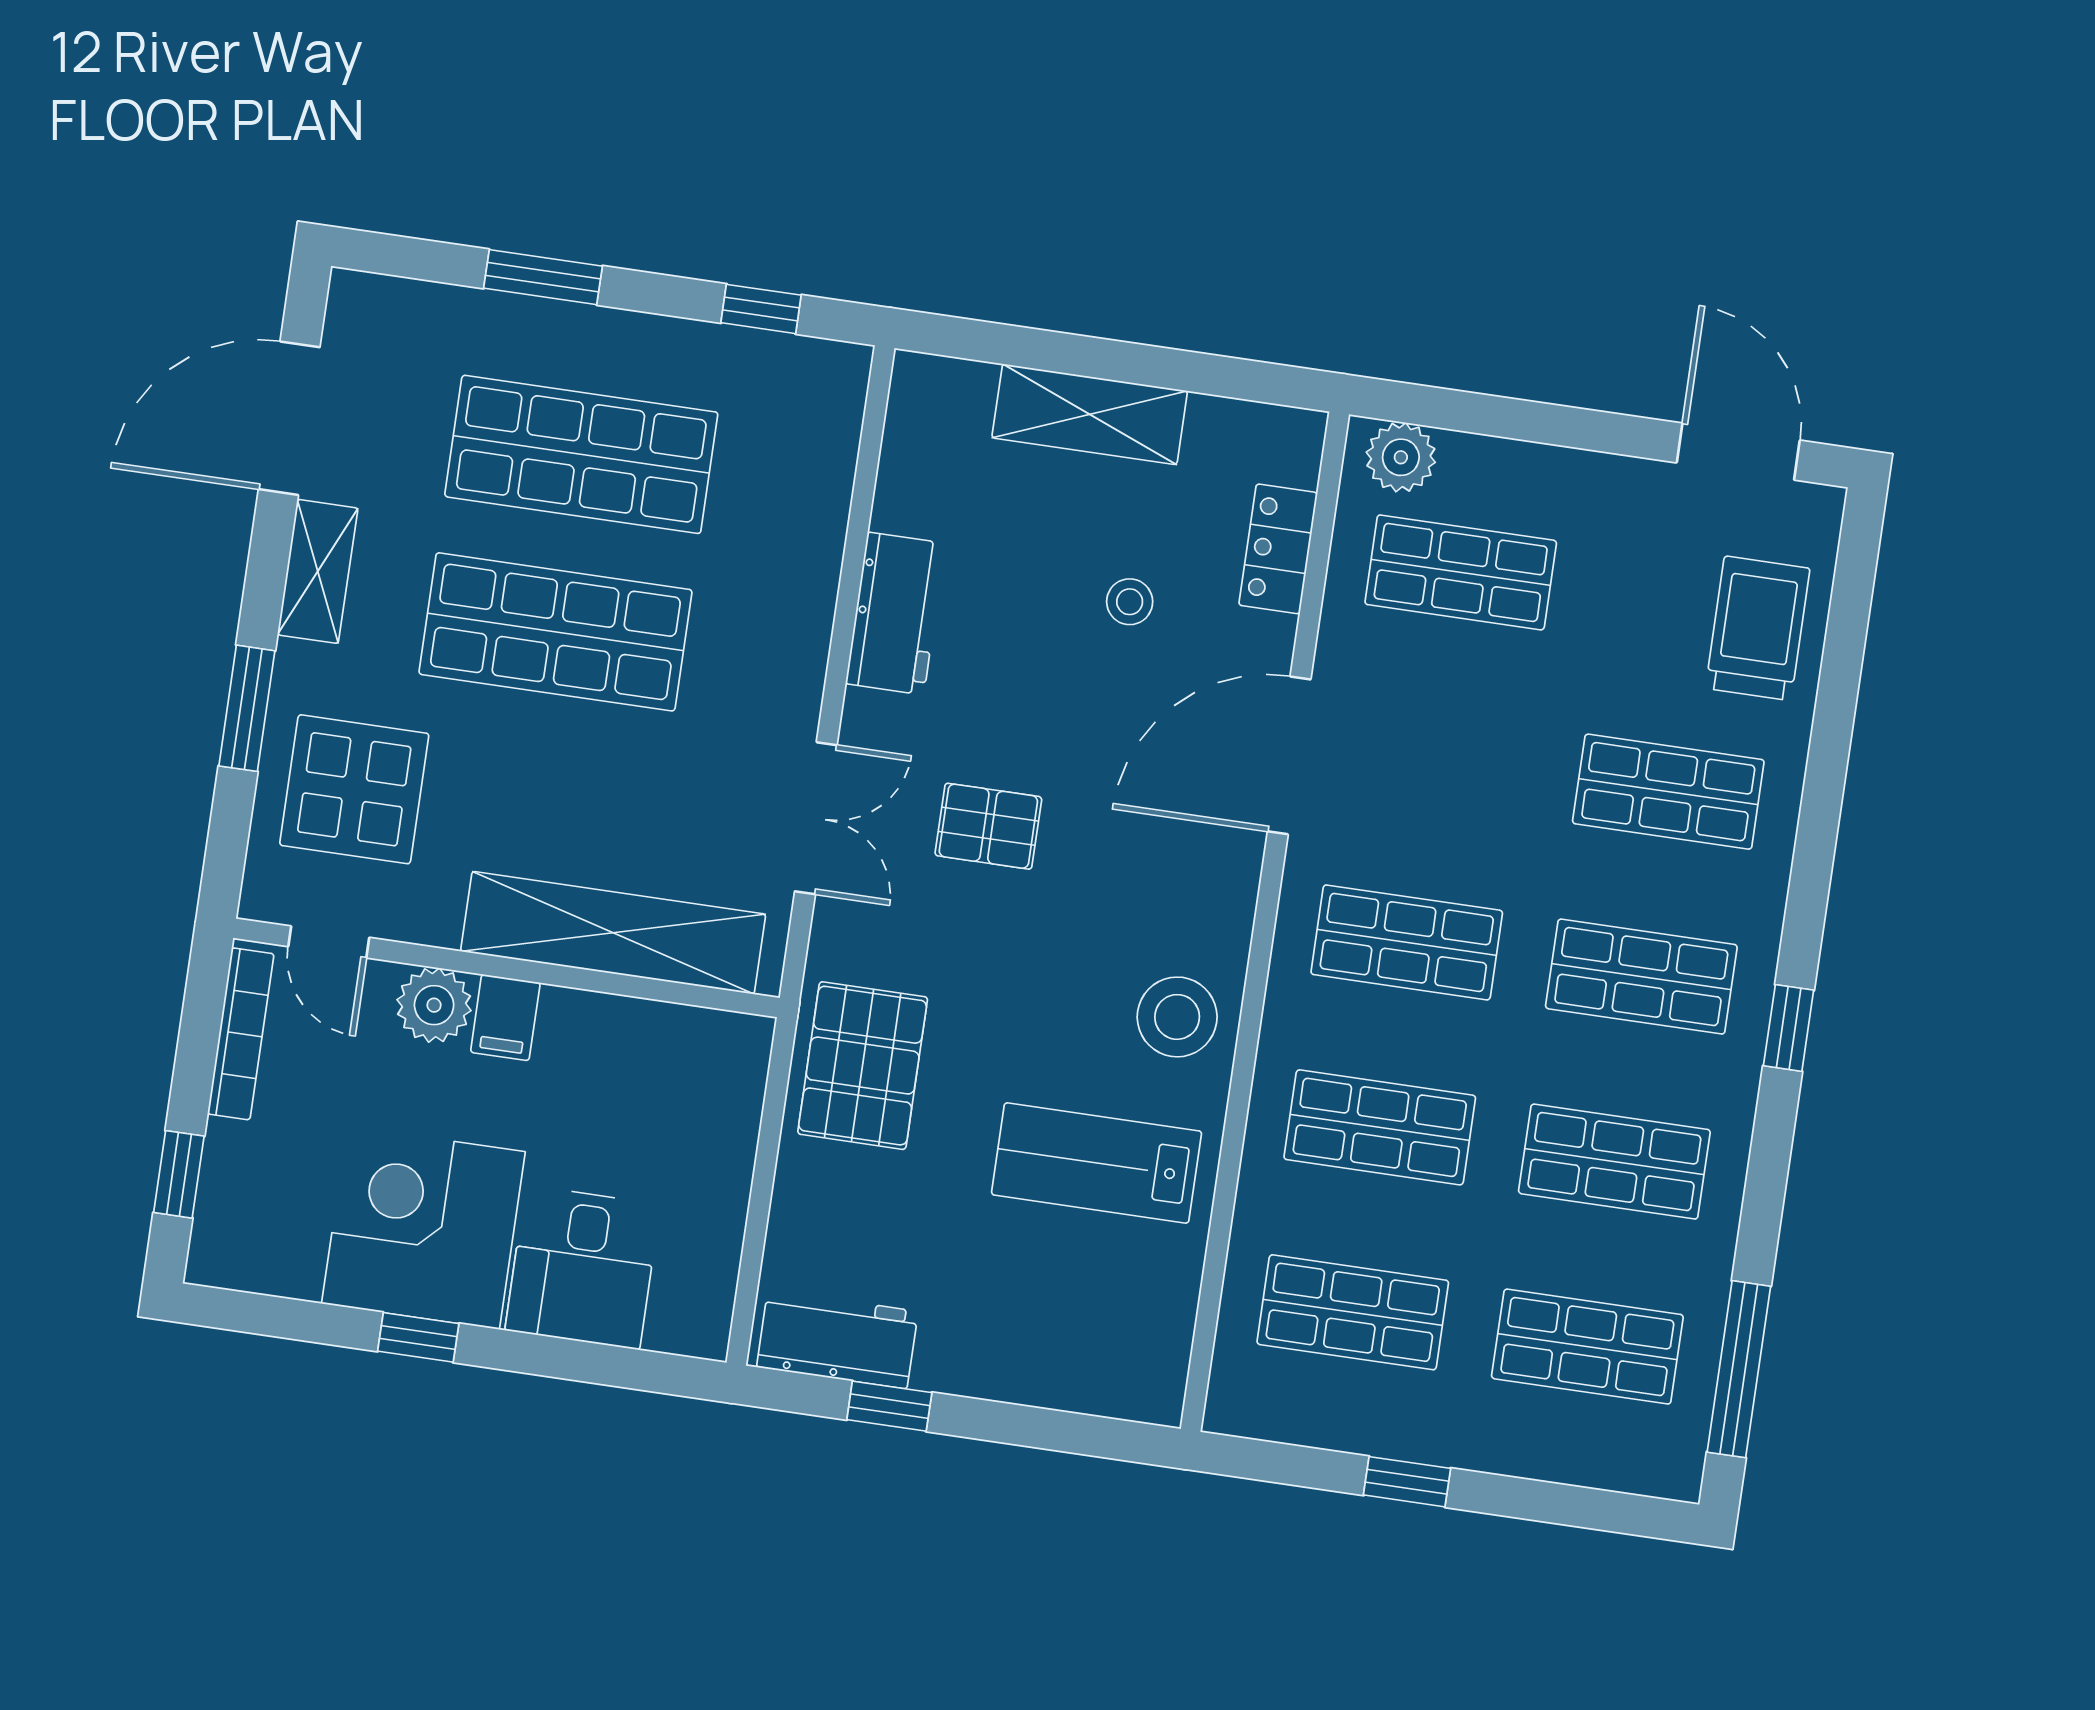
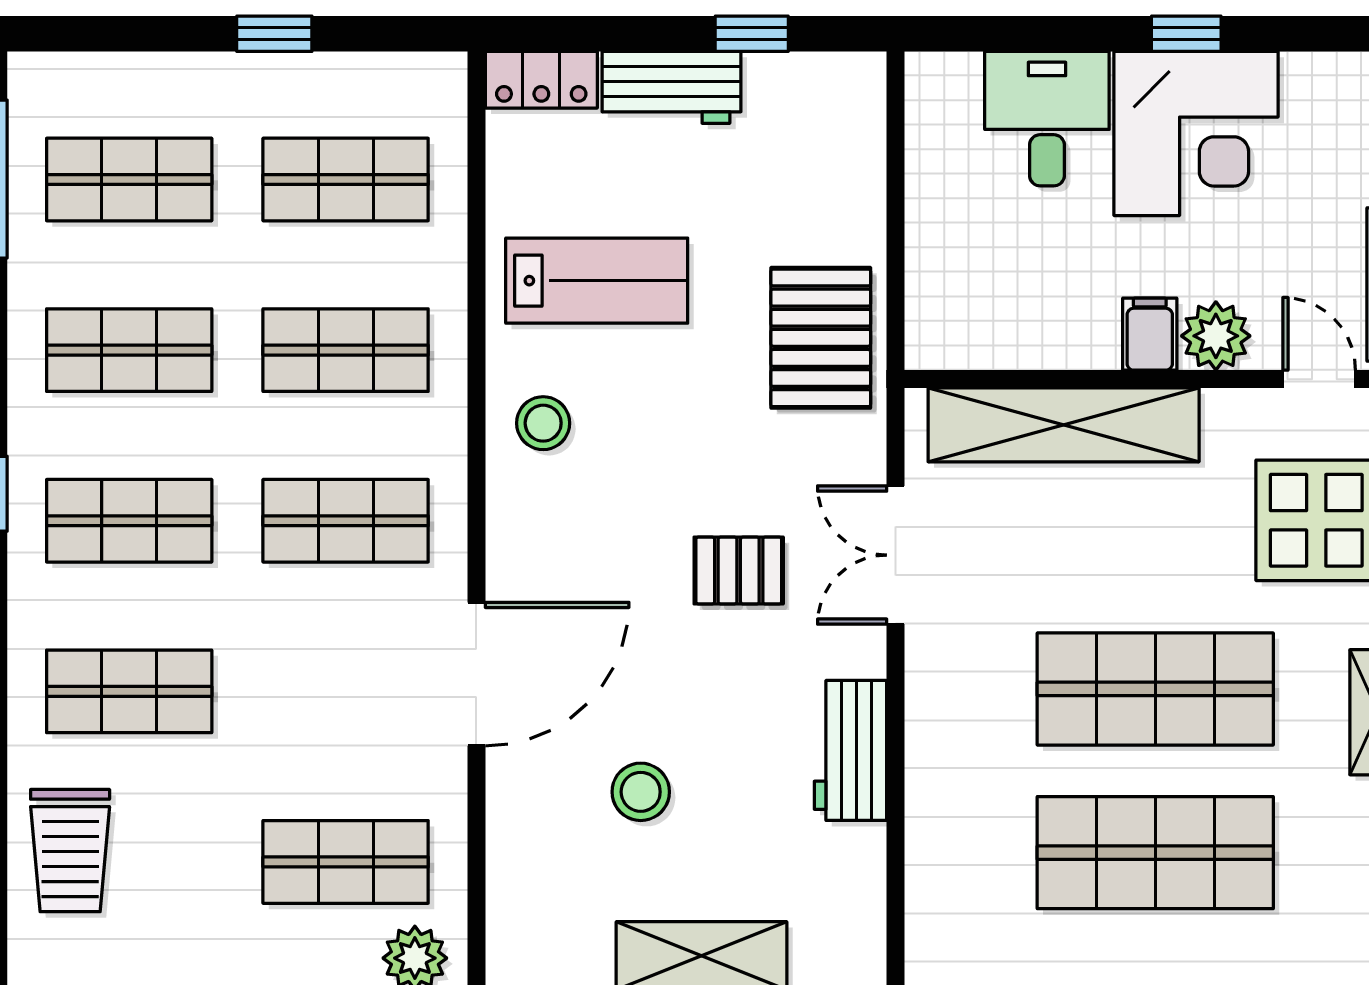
locker: (1278, 549) -> (541, 80), moved, turned 90
stool: (1130, 602) -> (641, 792), width x1.37, depth x1.37
stool: (1177, 1017) -> (543, 423), width x0.73, depth x0.73
workbench: (837, 1339) -> (671, 87), moved

